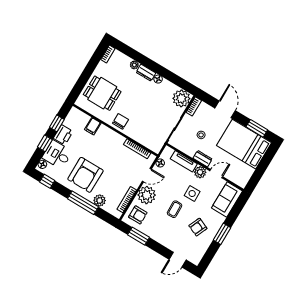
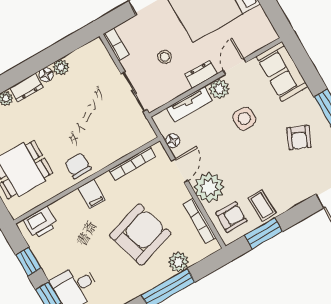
plant: (181, 98) -> (61, 67), moved, width x0.53, depth x0.53
filing cabinet: (93, 126) -> (92, 194), moved
printer: (63, 135) -> (41, 223), moved, turned 90
armchair: (85, 175) -> (140, 234), moved, turned -107
coffee table: (175, 209) -> (262, 206), moved

